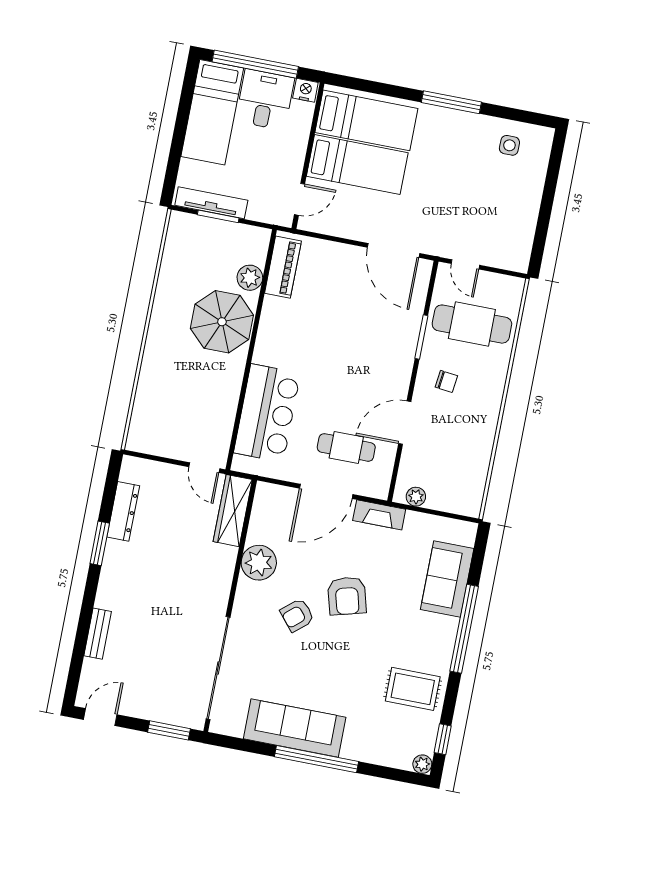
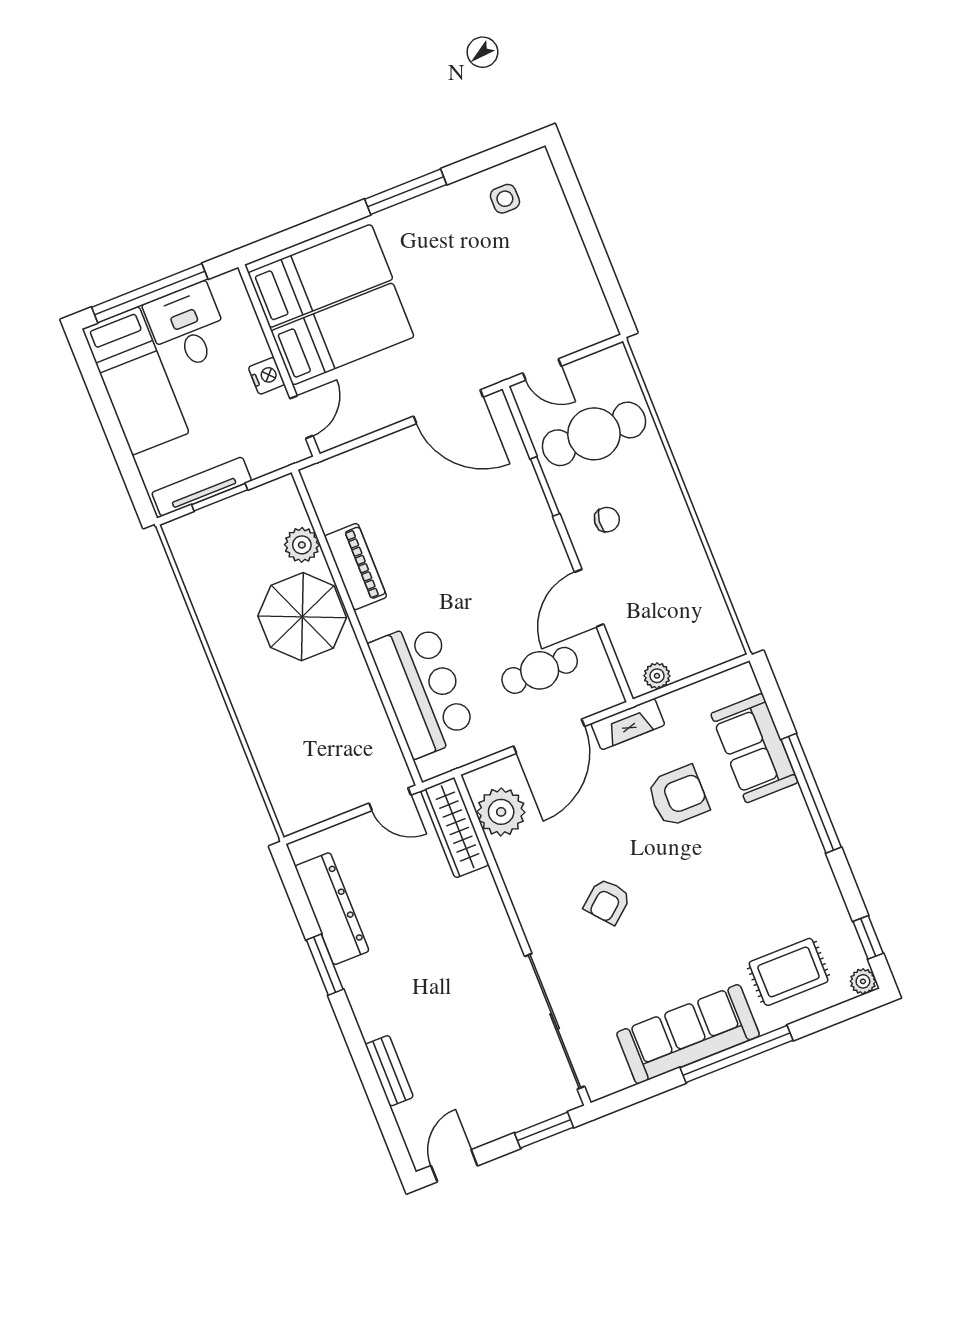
nightstand: (305, 90) -> (267, 376), moved, turned 90
piano: (283, 267) -> (356, 567), moved
dresser: (123, 511) -> (332, 909), width x1.37, depth x1.24
plant: (259, 563) -> (501, 812), moved
armchair: (347, 596) -> (678, 796), moved, turned -75
rug: (413, 689) -> (789, 972), moved

